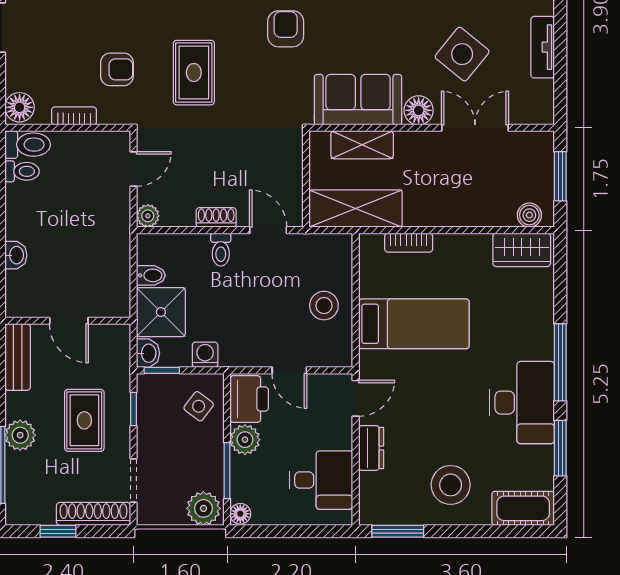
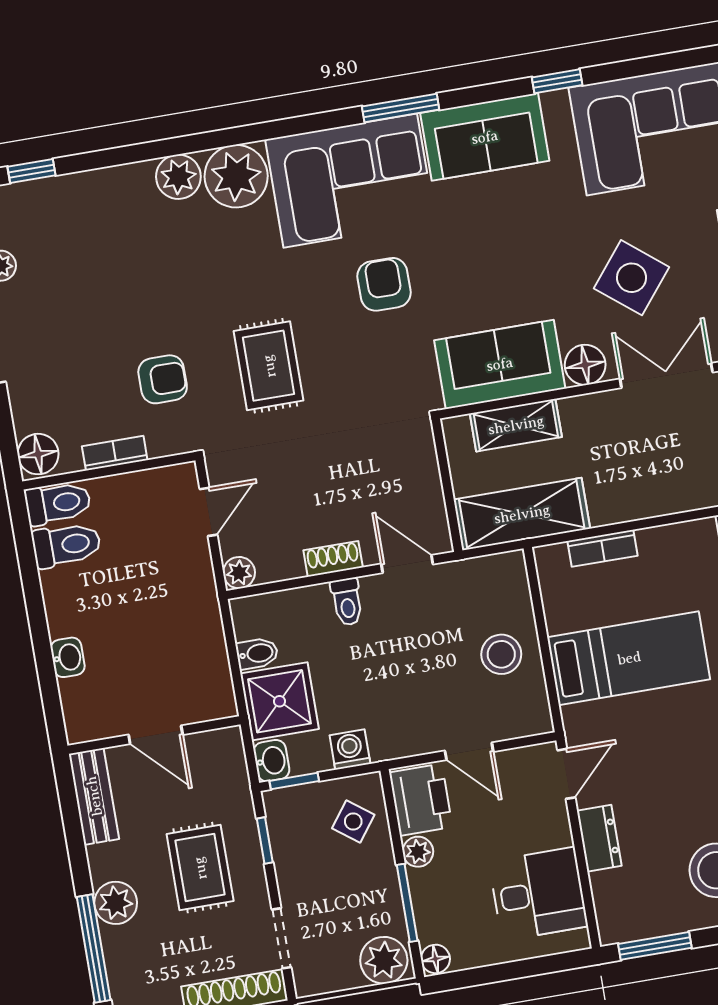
toilet: (22, 171) -> (66, 545), width x1.37, depth x1.39
plant: (245, 440) -> (418, 852), width x0.73, depth x0.73

